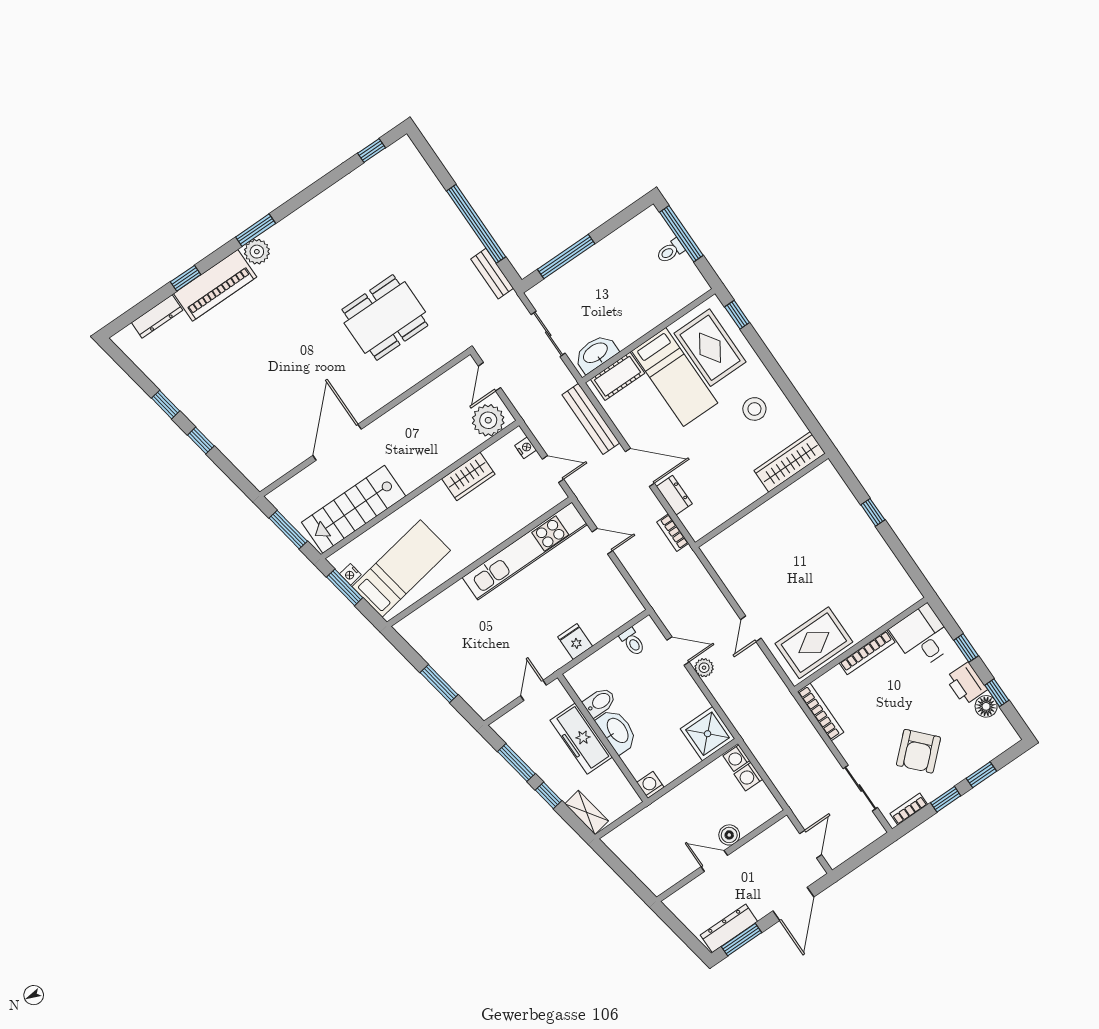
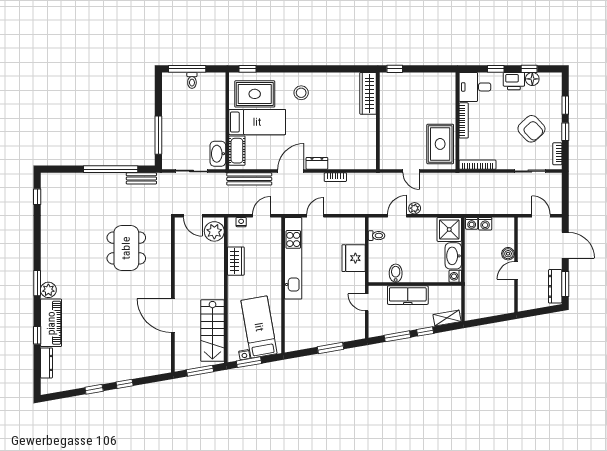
wardrobe: (790, 462) -> (368, 93), moved
wall: (762, 500) -> (378, 121), moved
fridge: (575, 642) -> (354, 258), width x1.88, depth x1.34
washbasin: (617, 731) -> (453, 256), moved, turned -90

